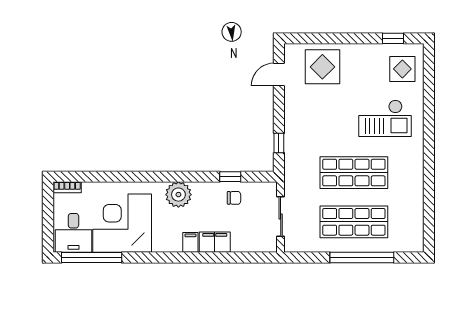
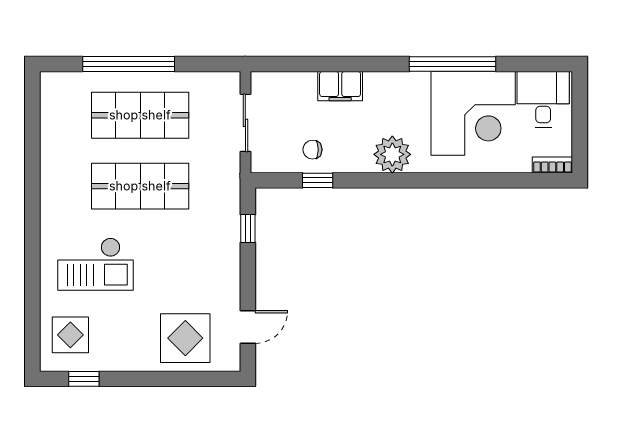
checkout: (385, 118) -> (96, 264), turned 180
filing cabinet: (190, 242) -> (375, 86), removed
window: (92, 257) -> (453, 64), moved

